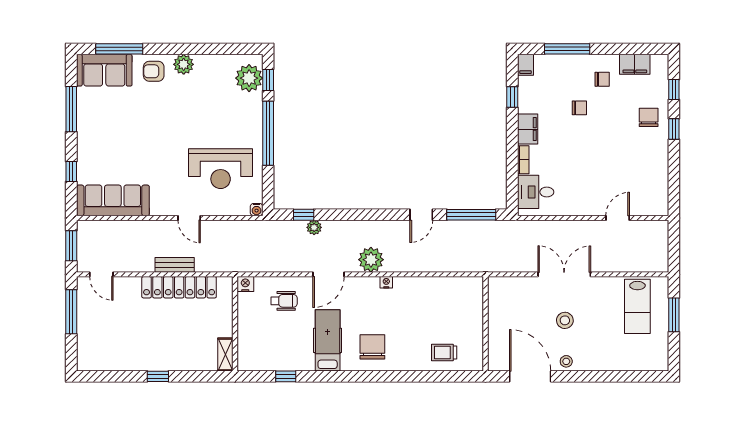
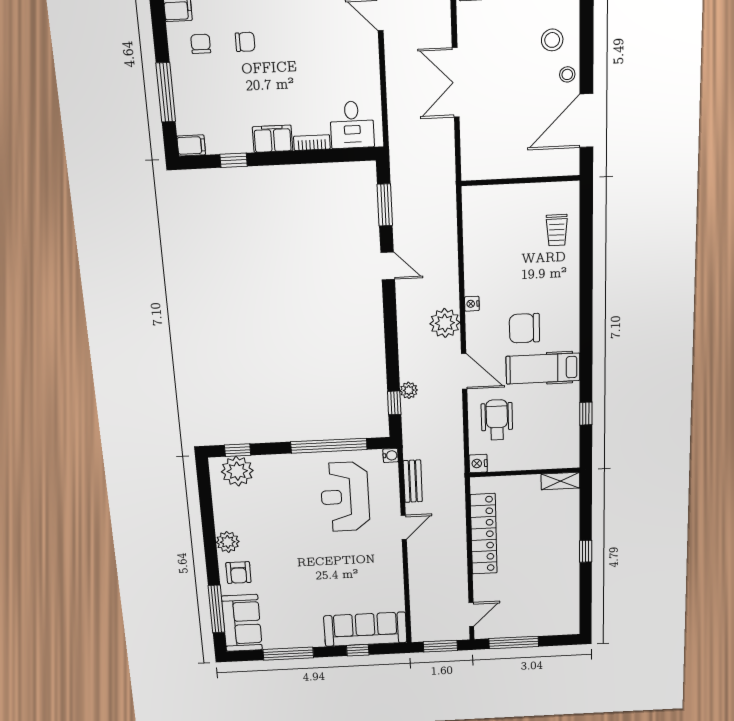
chair: (579, 108) -> (245, 42), moved, turned 90
window: (268, 133) -> (329, 446), moved
reception desk: (221, 169) -> (345, 497), turned 180
sofa: (113, 200) -> (365, 629), moved, turned 90
window: (471, 215) -> (385, 205), width x0.69
bench: (175, 265) -> (413, 481), moved
wheelchair: (284, 301) -> (497, 420), width x1.36, depth x1.37
stool: (565, 320) -> (552, 40), moved
chair: (372, 347) -> (524, 328), moved

